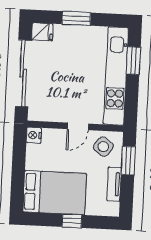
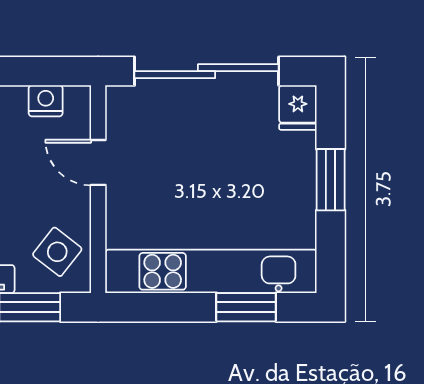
door: (78, 126) -> (98, 162), moved
nightstand: (34, 135) -> (46, 101), moved

